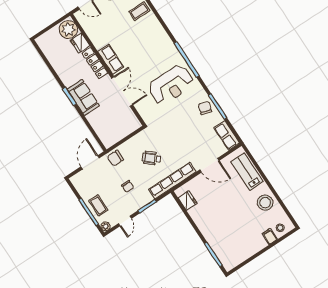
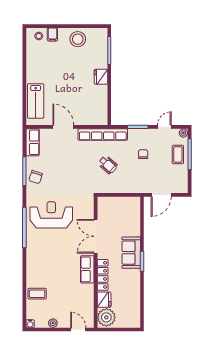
chair: (115, 158) -> (138, 184), removed
fridge: (188, 201) -> (101, 77), moved
stool: (265, 203) -> (78, 39), moved

